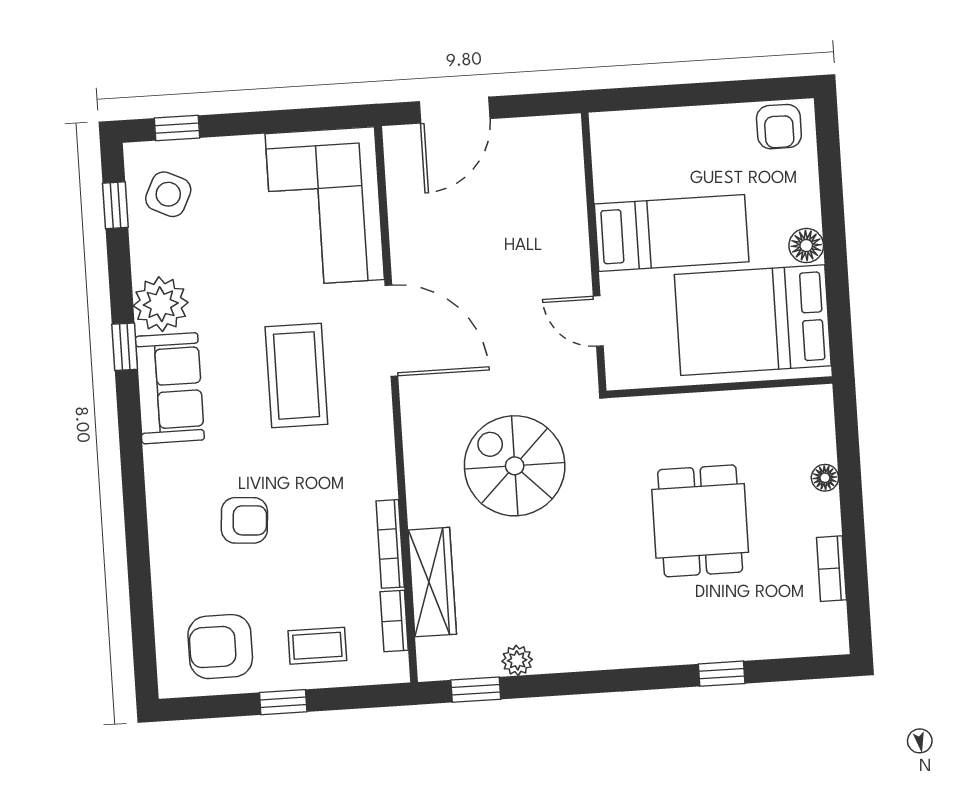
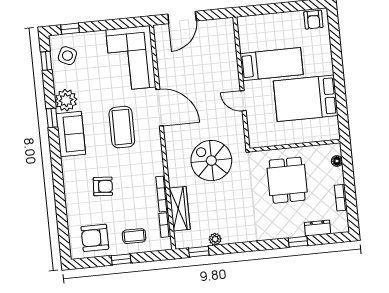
floor lamp: (806, 246) -> (326, 67), removed
wall: (719, 387) -> (295, 146), moved
dresser: (771, 642) -> (318, 228), added

